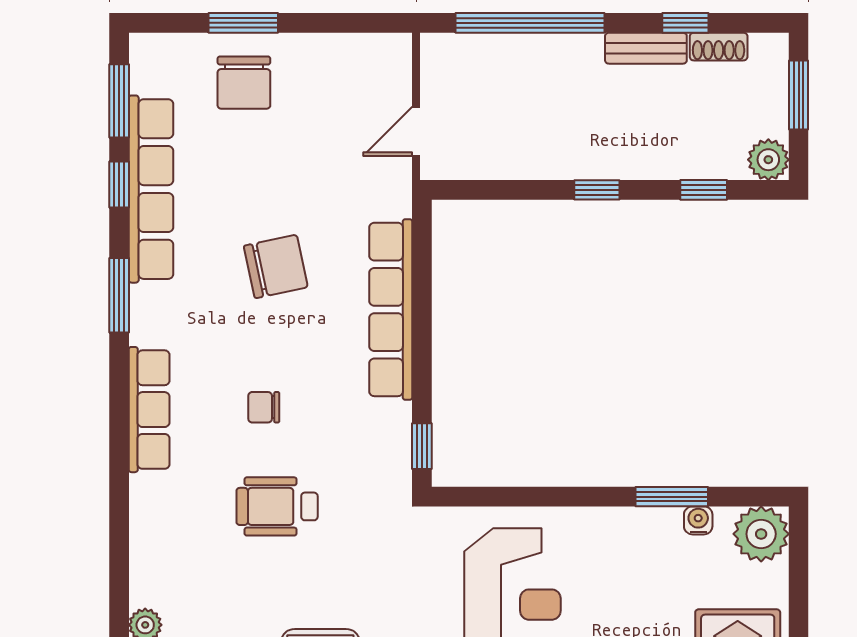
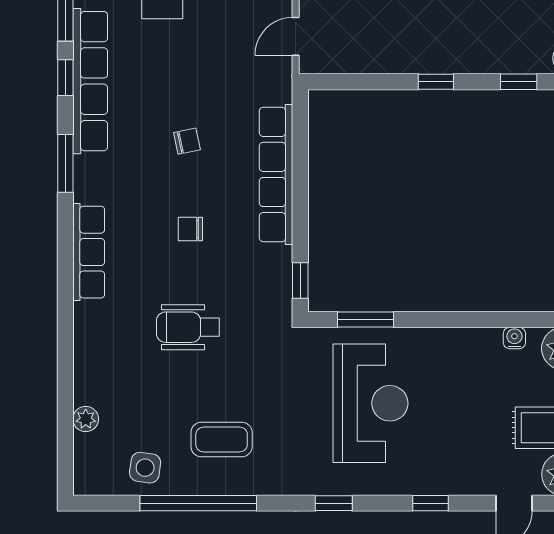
chair: (276, 266) -> (187, 141), width x0.54, depth x0.54
chair: (264, 407) -> (190, 229), moved
window: (672, 497) -> (366, 320), moved

